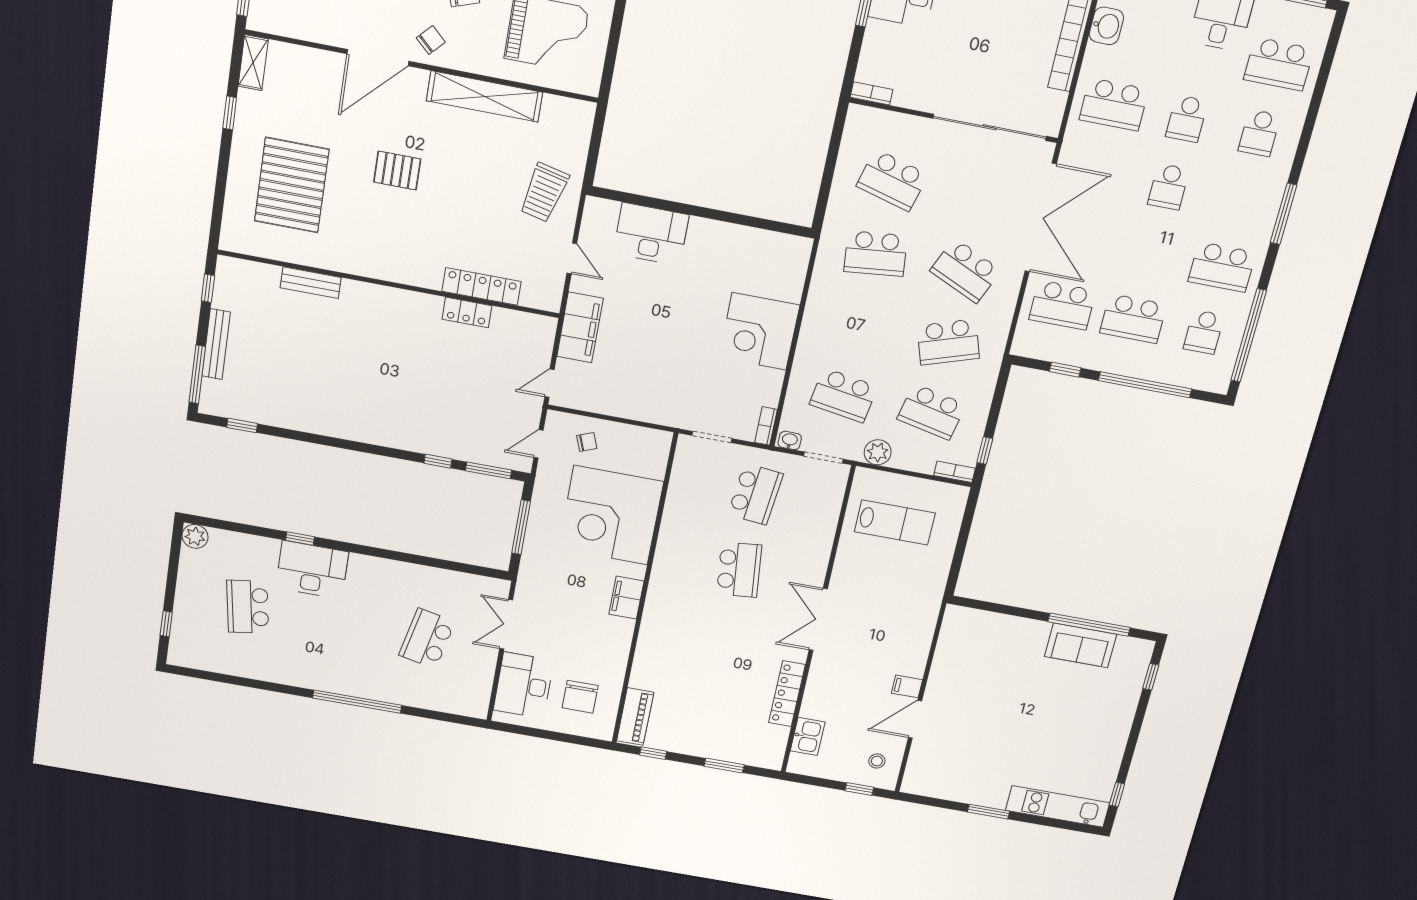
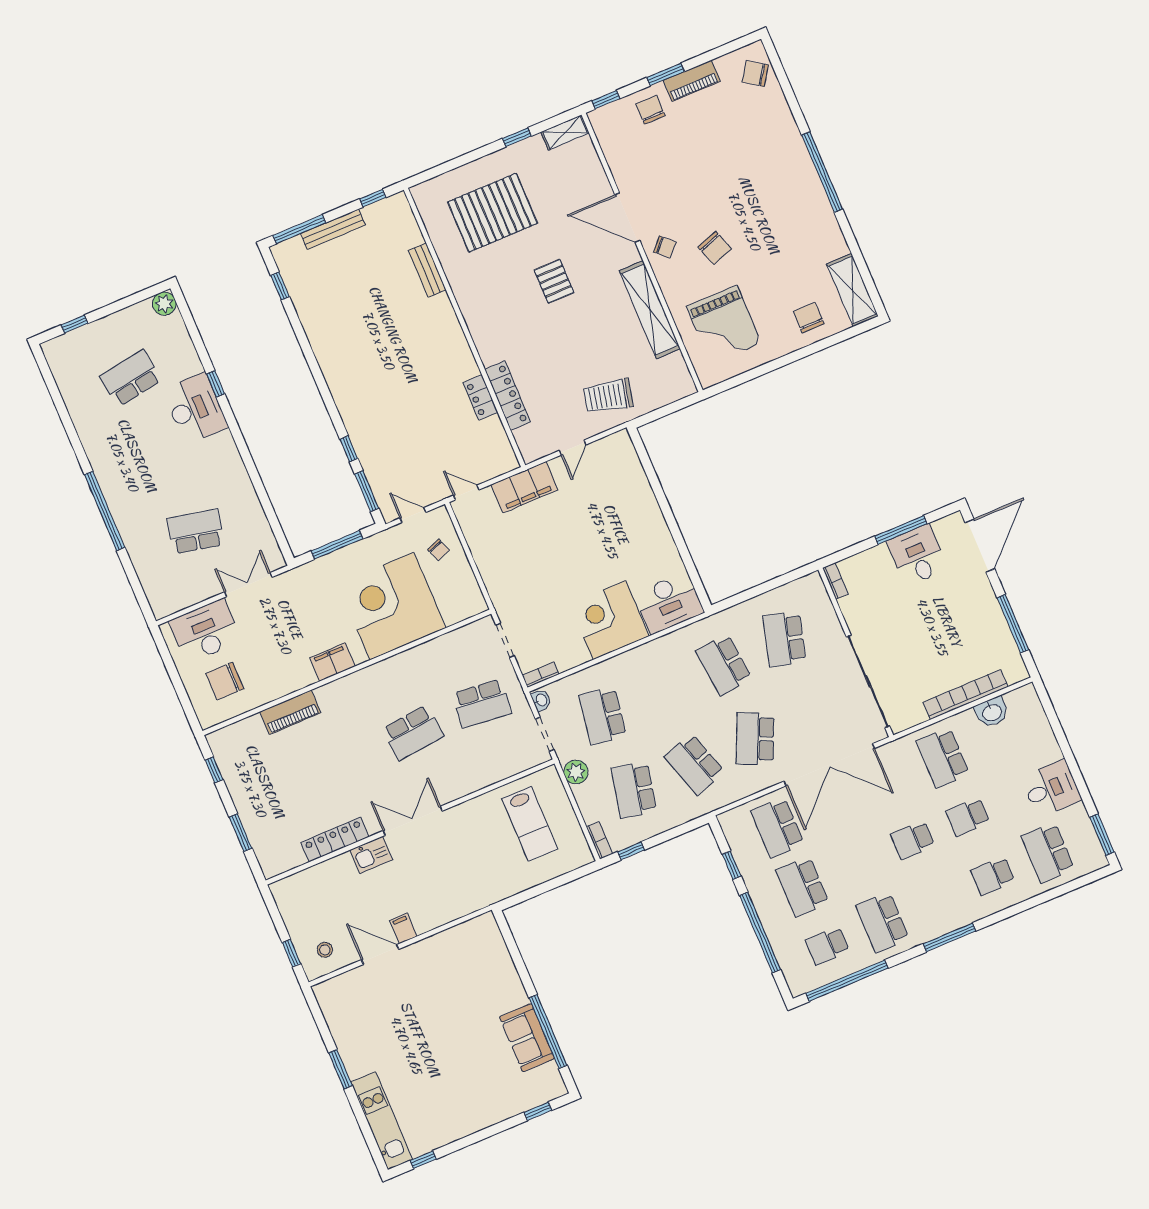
desk: (651, 234) -> (669, 603), moved, turned 90
piano: (635, 717) -> (290, 712), moved
kitchen sink: (808, 736) -> (371, 855), moved

